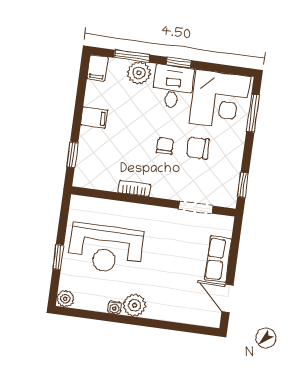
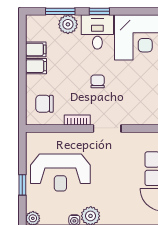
filing cabinet: (98, 68) -> (36, 49), moved, turned -90
chair: (198, 148) -> (44, 104), moved
window: (72, 155) -> (22, 99), removed
doorway: (196, 207) -> (107, 128), moved

